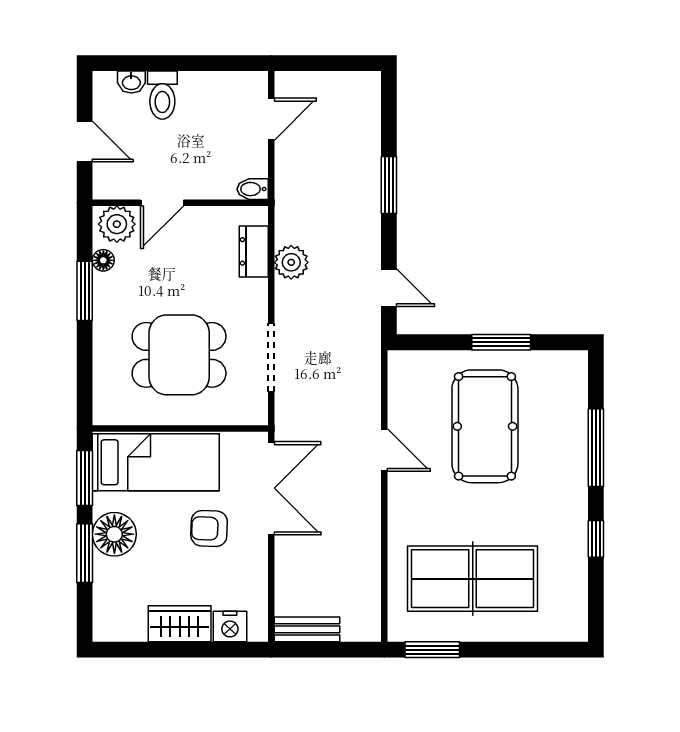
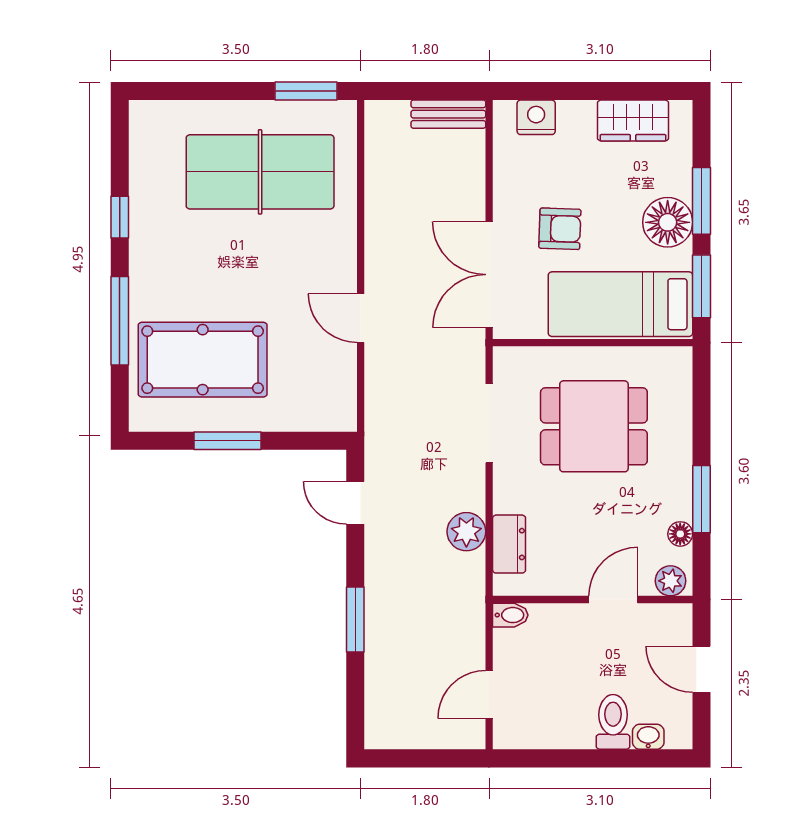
plant: (117, 224) -> (671, 581), width x0.73, depth x0.73
pool table: (485, 426) -> (203, 360), moved, turned 90
wardrobe: (180, 624) -> (633, 120), moved

